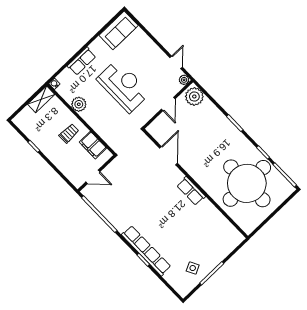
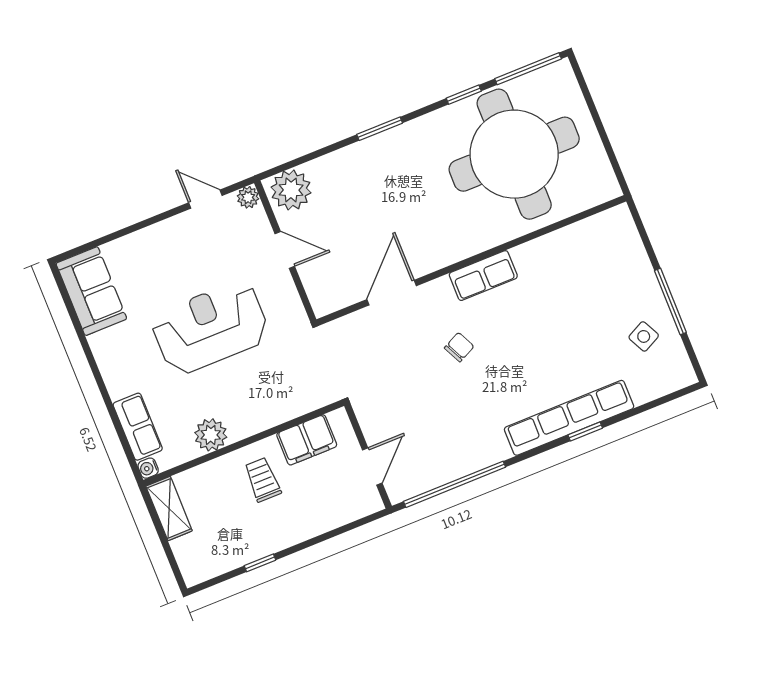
row of seats: (82, 61) -> (138, 427), moved
door: (169, 156) -> (392, 293), hinge flipped
chair: (157, 193) -> (459, 347), added

